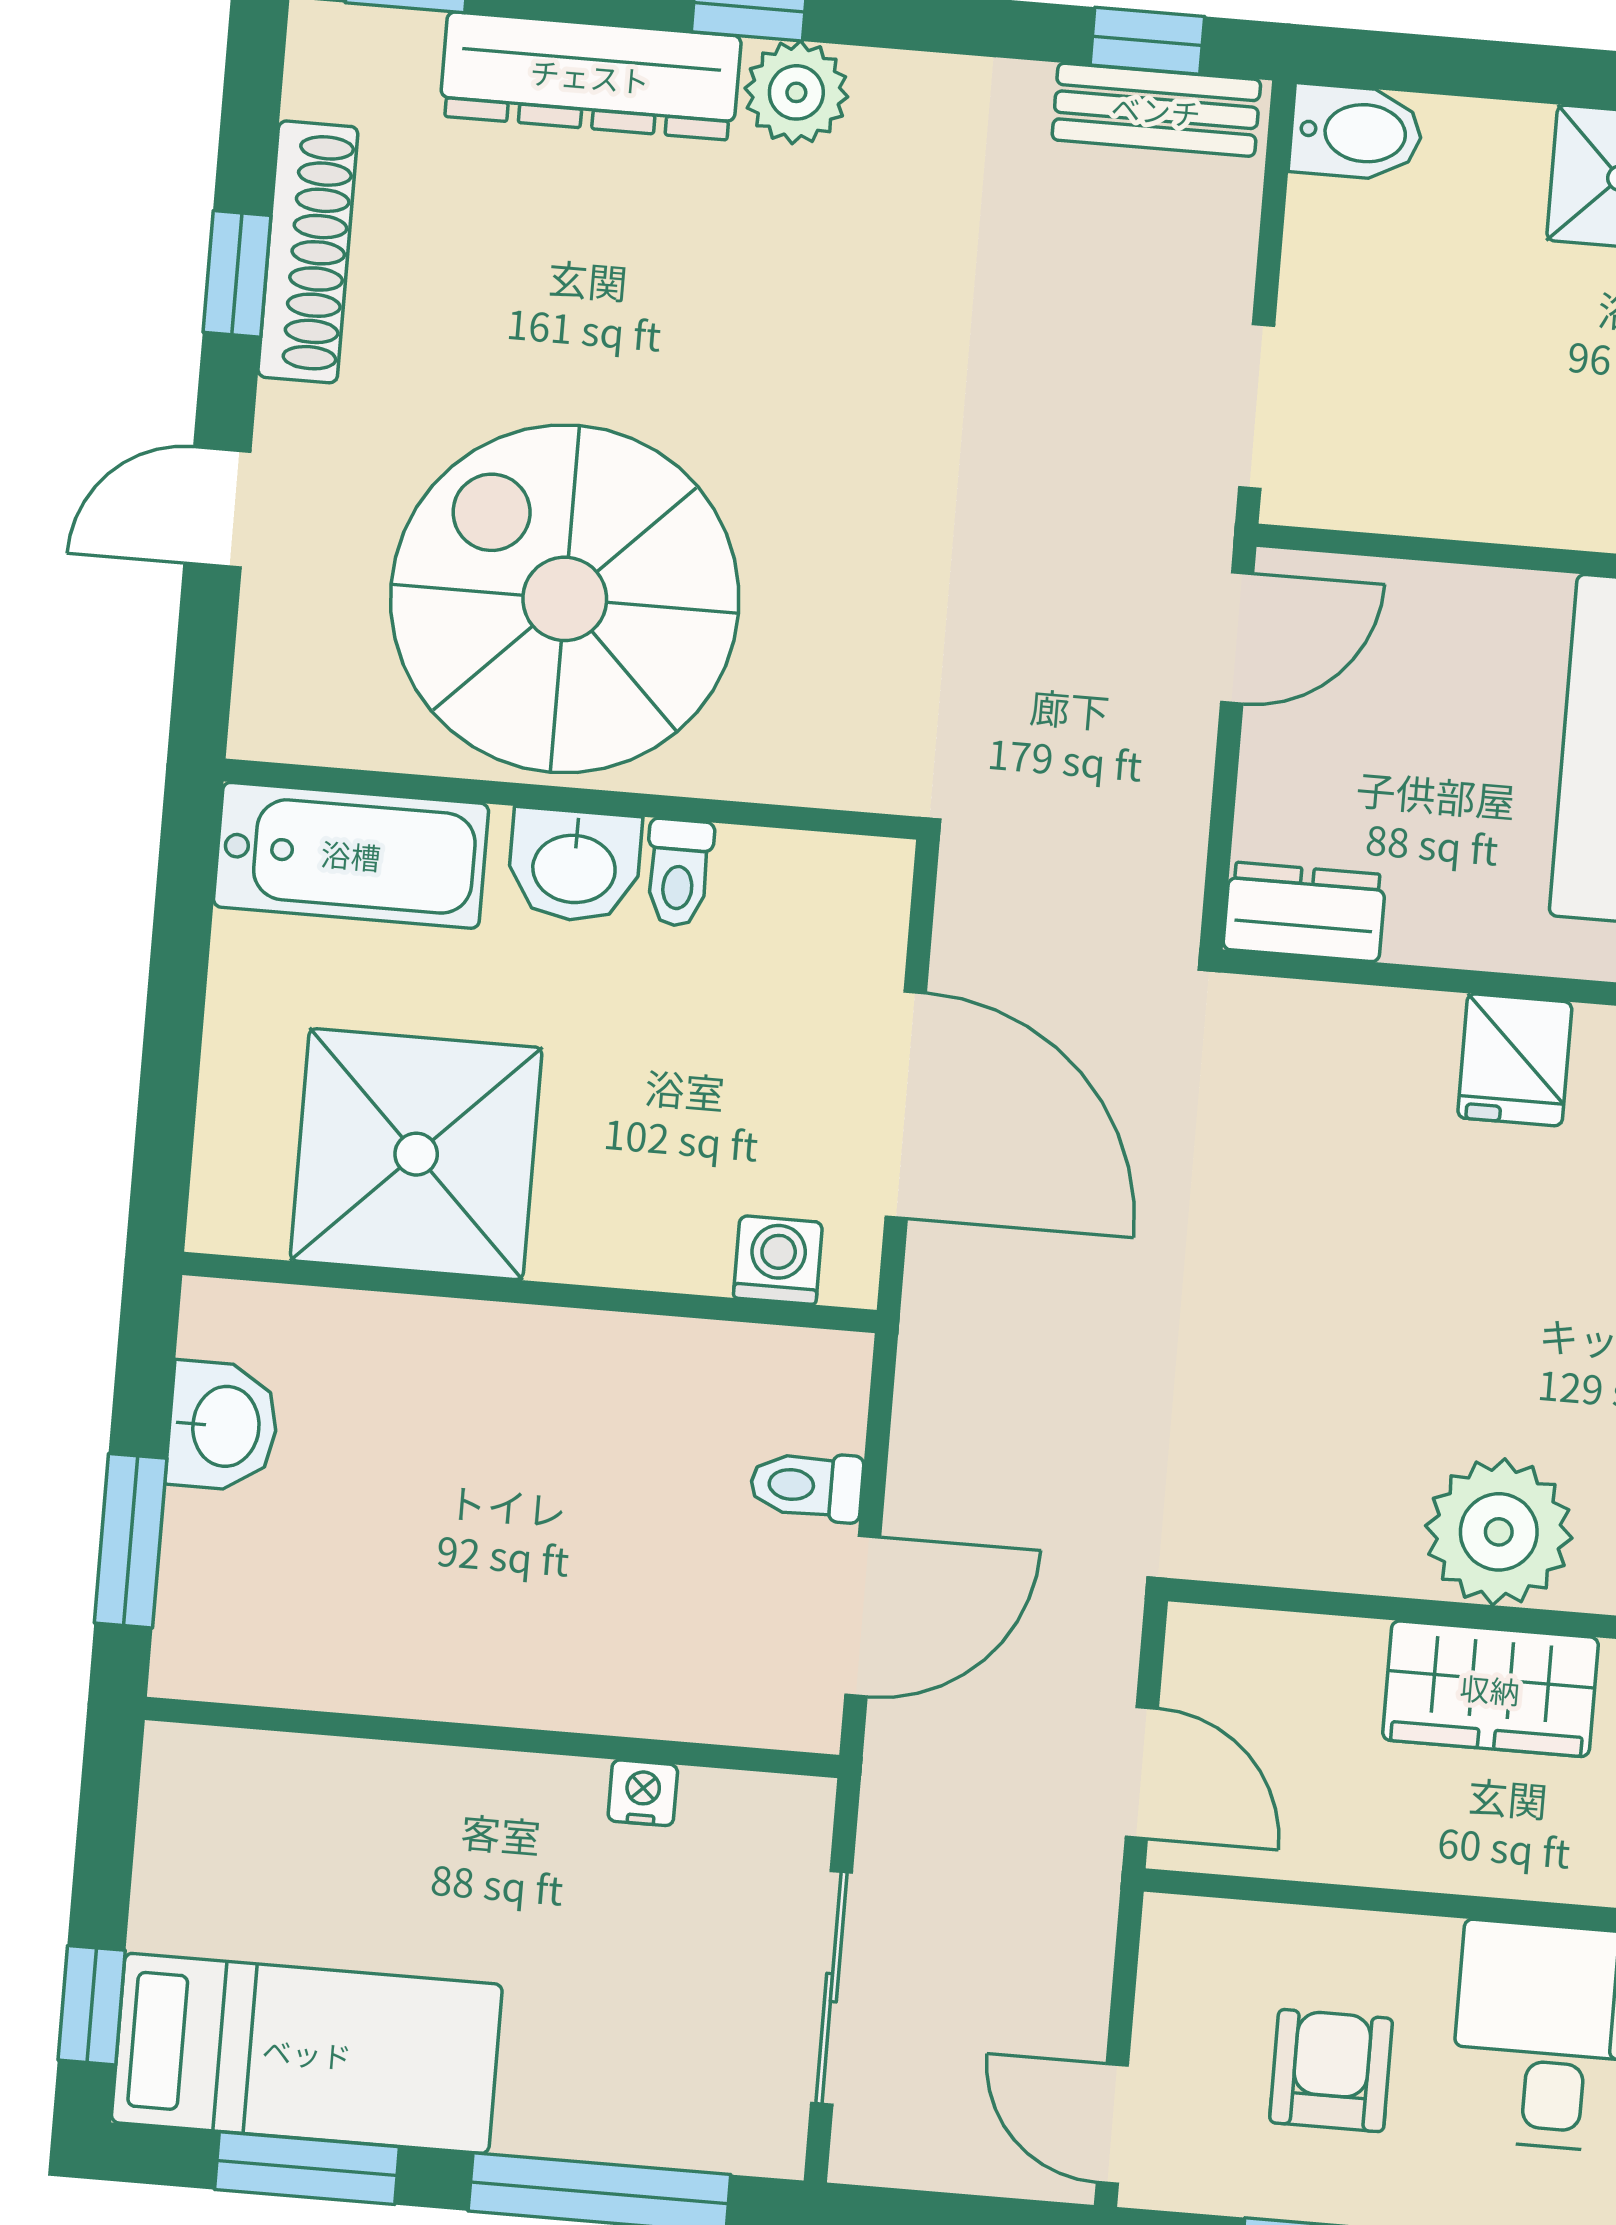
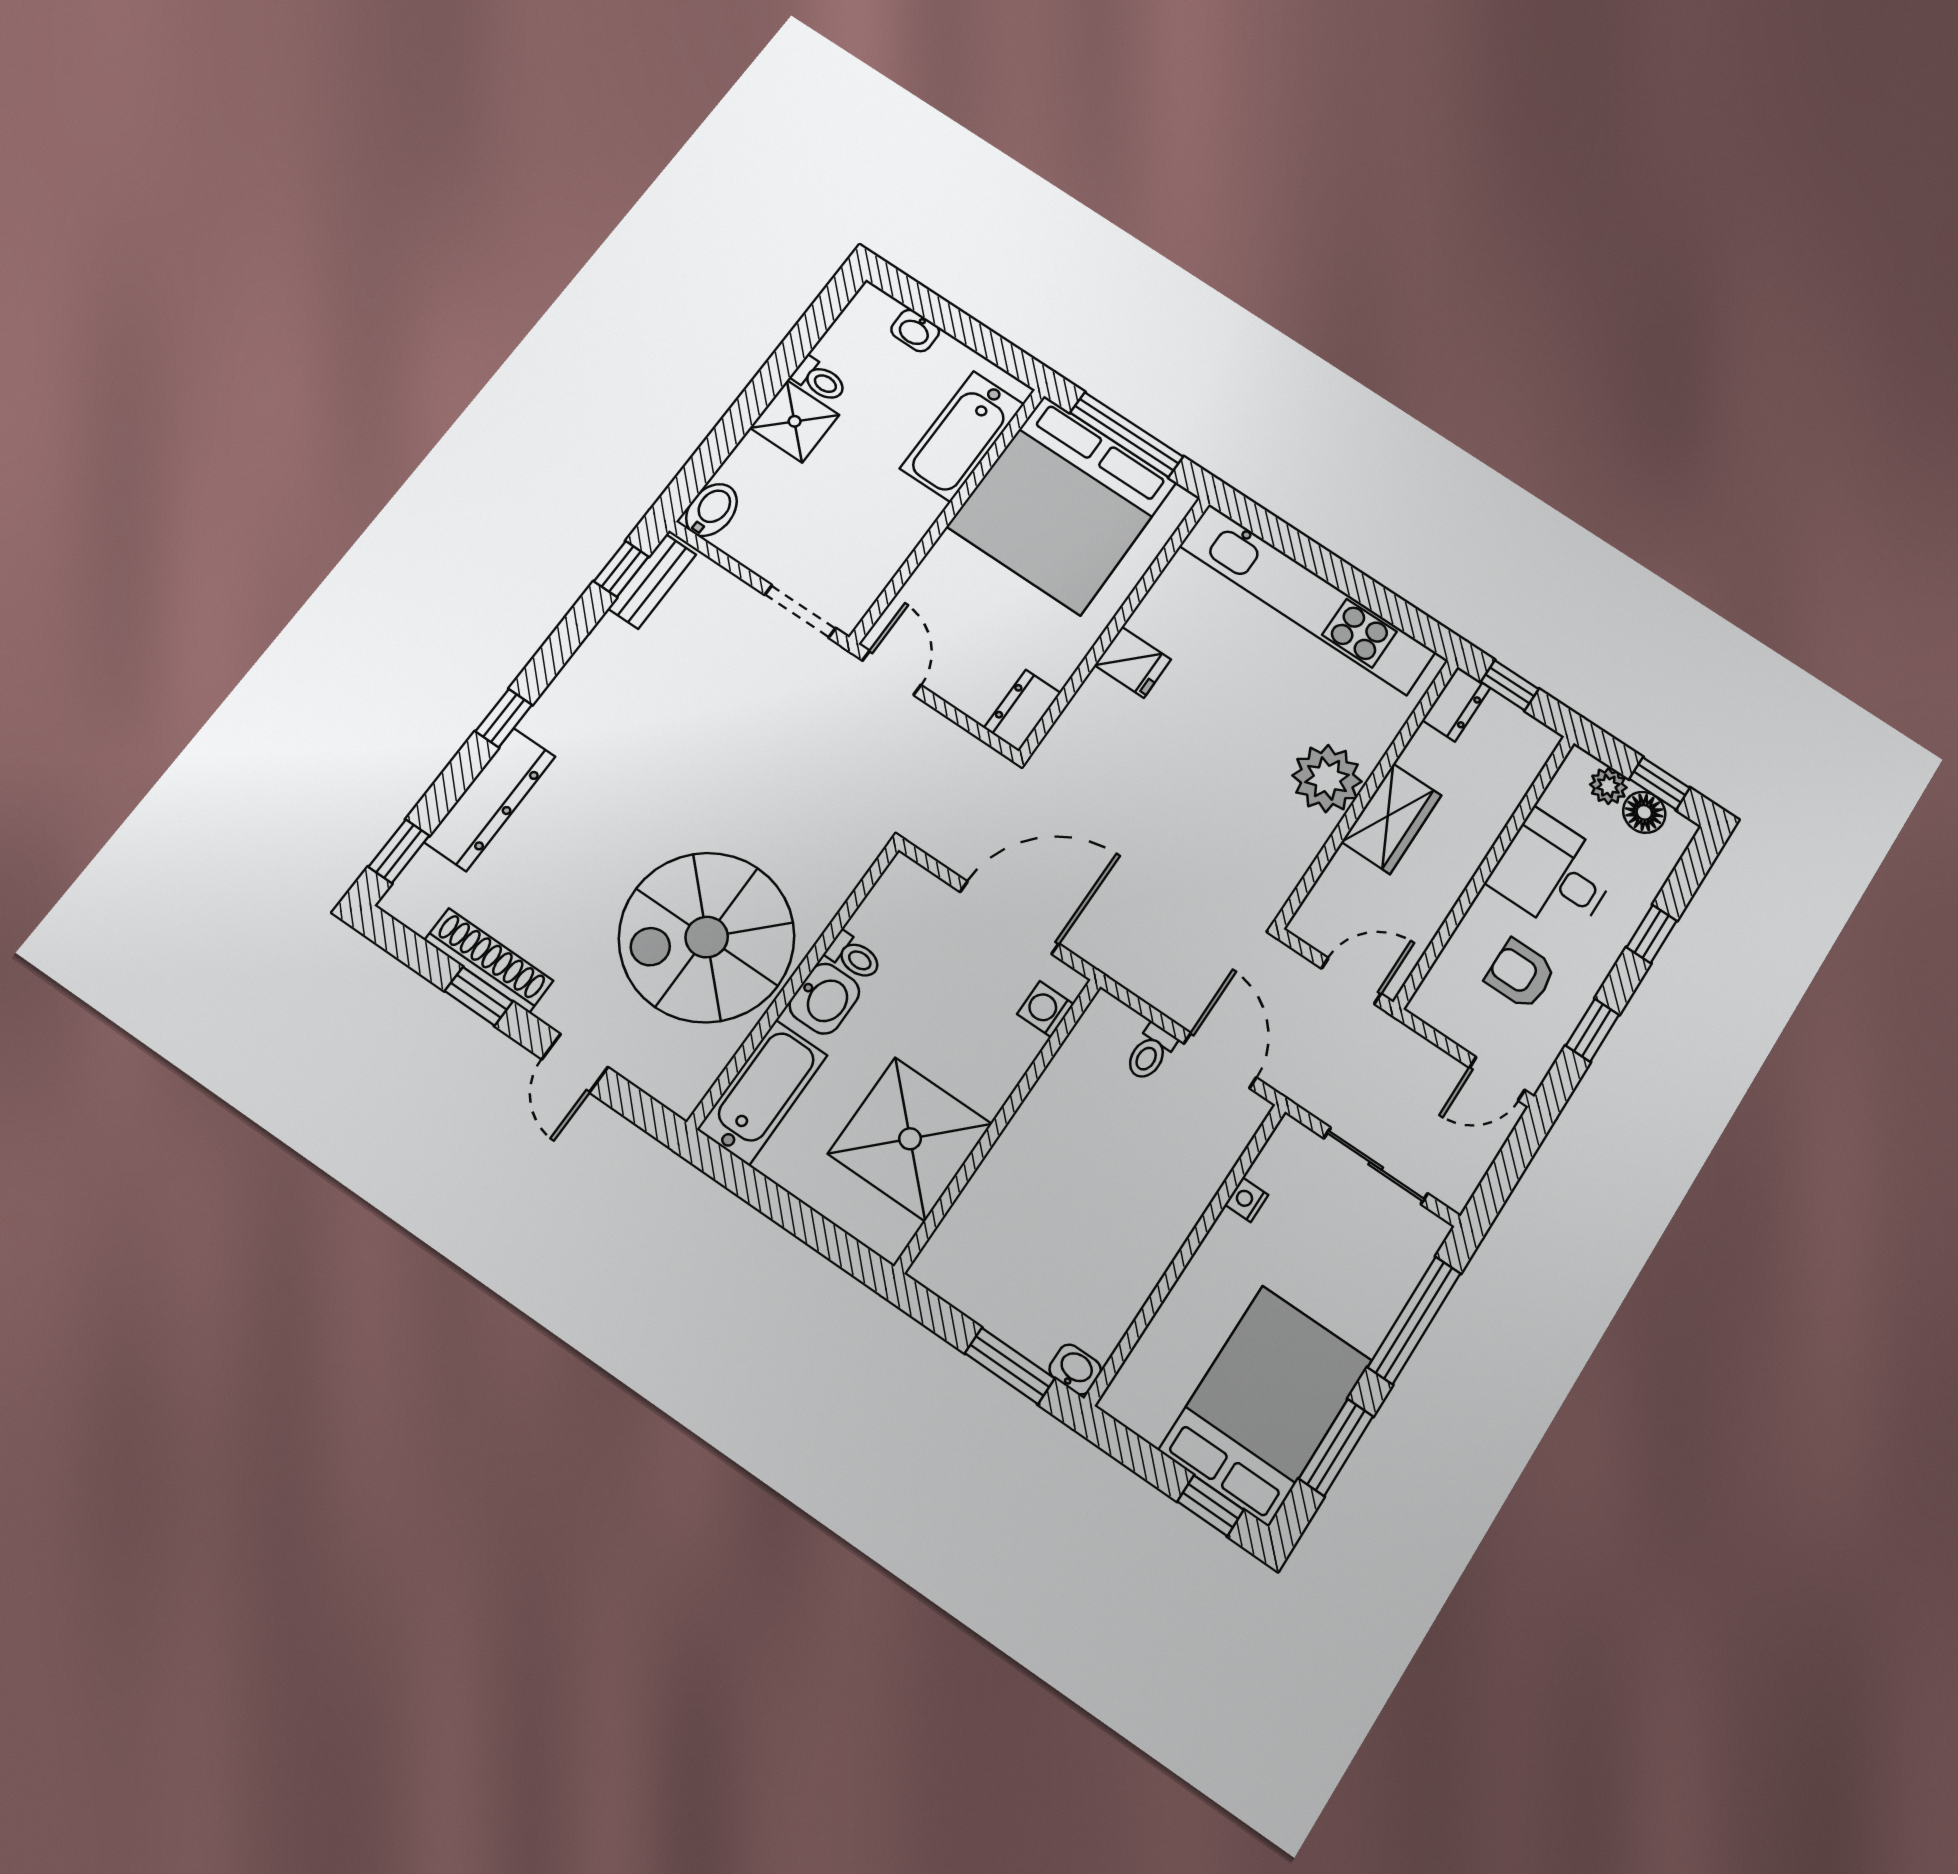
plant: (796, 92) -> (552, 719), removed
washbasin: (223, 1426) -> (1075, 1369), moved, width x0.72, depth x0.69
bed: (307, 2053) -> (1266, 1405), width x1.50

